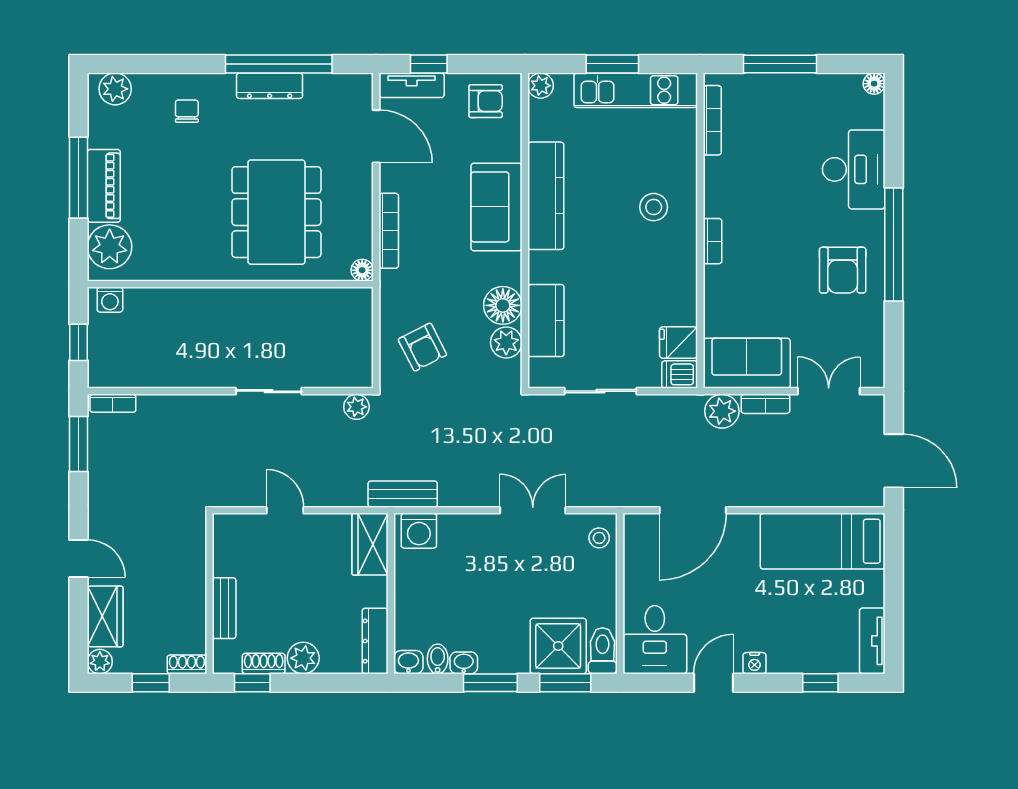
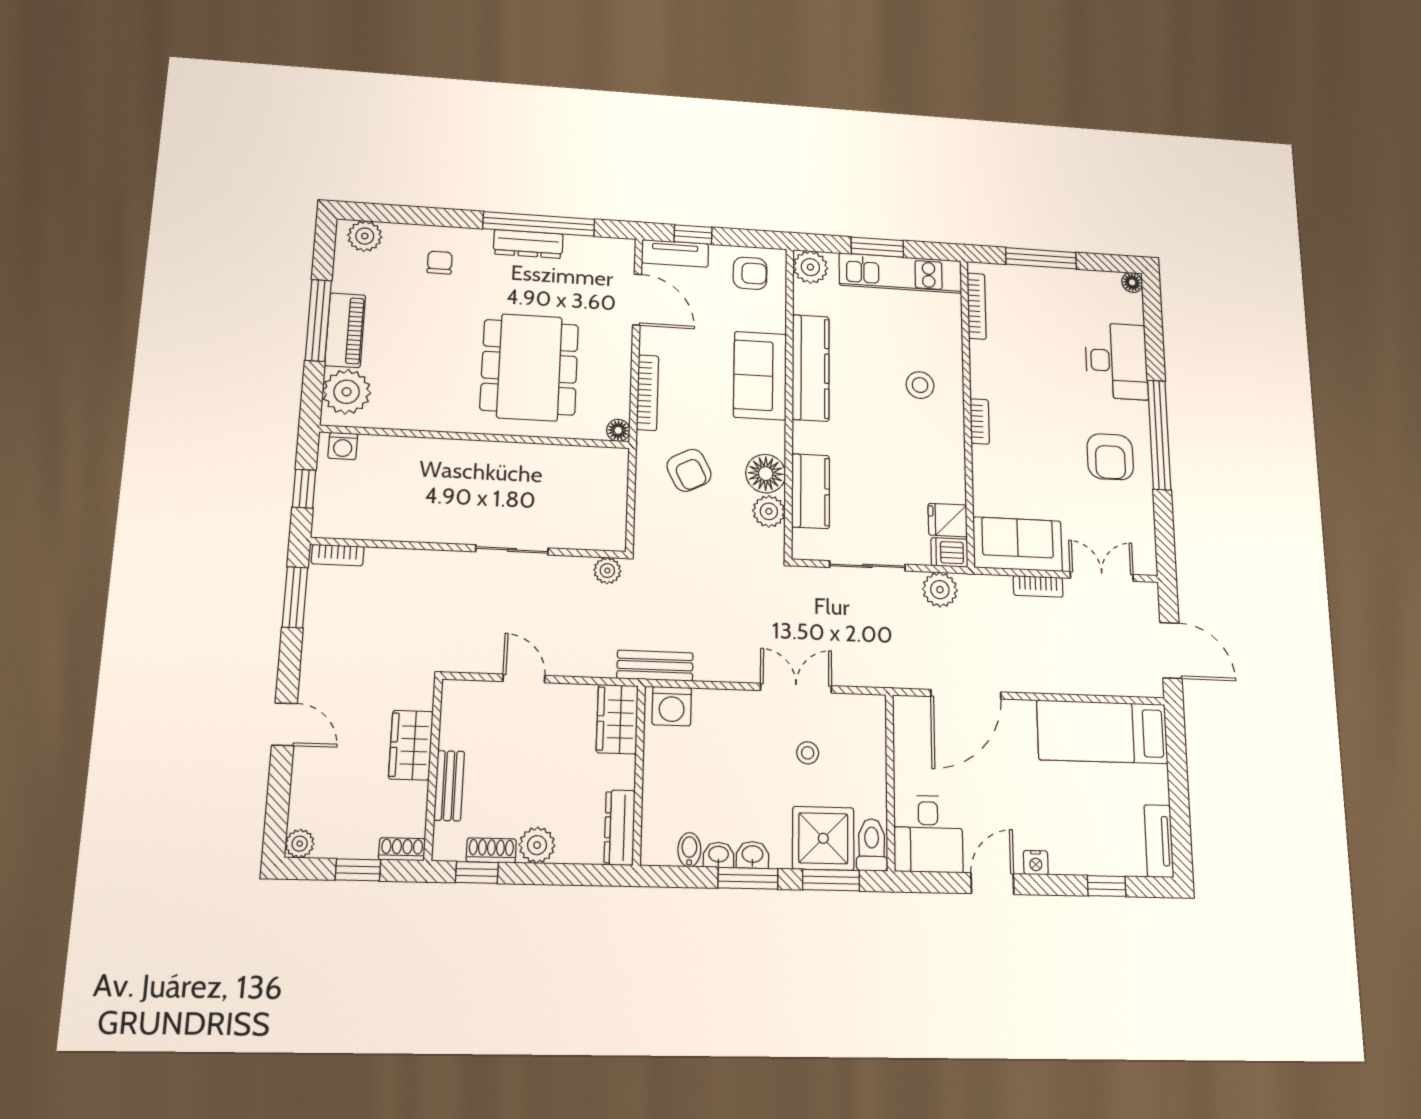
plant: (541, 86) -> (810, 267), width x1.38, depth x1.38
armchair: (422, 347) -> (689, 470), moved
plant: (722, 411) -> (940, 590), moved
stool: (599, 538) -> (808, 753), moved
wardrobe: (105, 616) -> (411, 745), moved, turned 180
washbasin: (408, 662) -> (753, 855), moved

